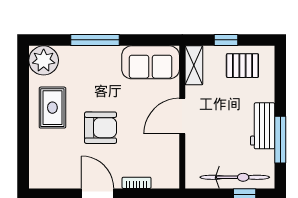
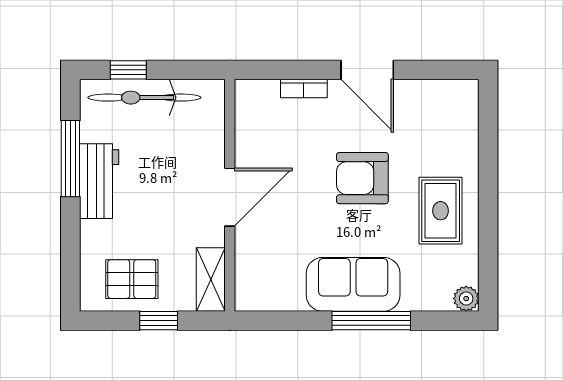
plant: (44, 60) -> (466, 299), width x0.53, depth x0.53
sofa: (151, 62) -> (353, 284), moved

